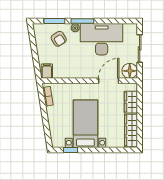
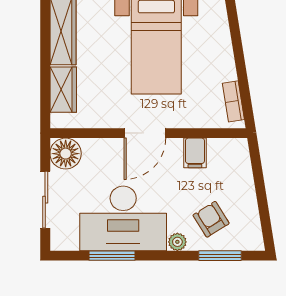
window: (82, 21) -> (112, 256), moved
filing cabinet: (47, 71) -> (195, 153), moved
door: (109, 81) -> (145, 133), moved

